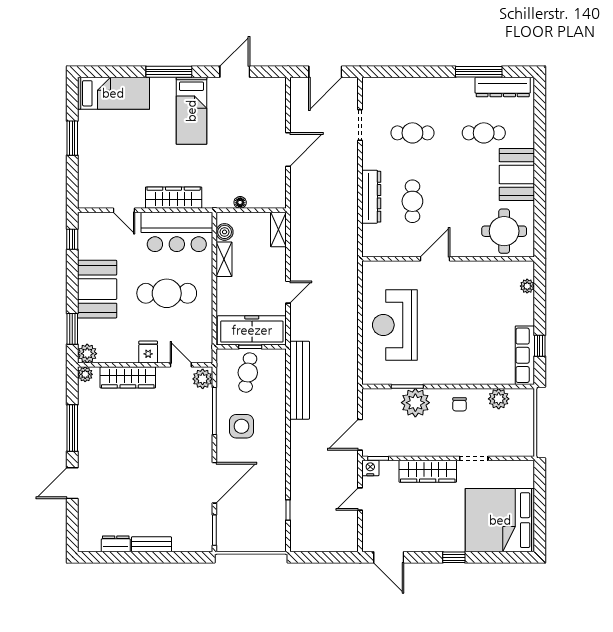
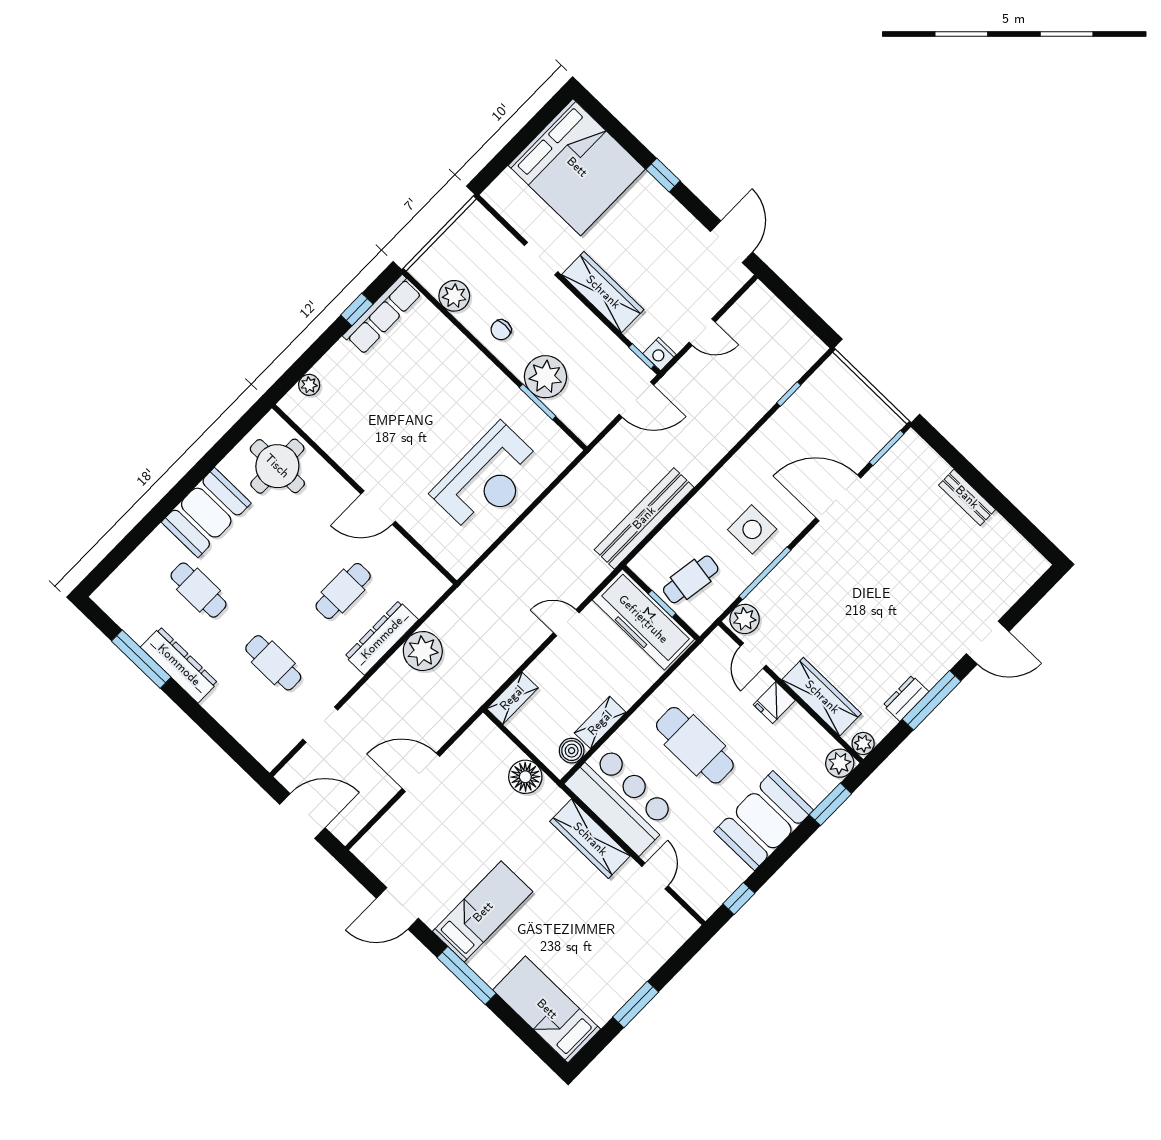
dresser: (503, 87) -> (179, 665), moved
floor lamp: (240, 202) -> (525, 777), width x1.89, depth x1.89
plant: (345, 210) -> (423, 651), added
chair: (460, 404) -> (501, 330), turned 180
dresser: (116, 544) -> (906, 698), moved, turned 90

